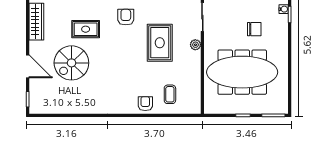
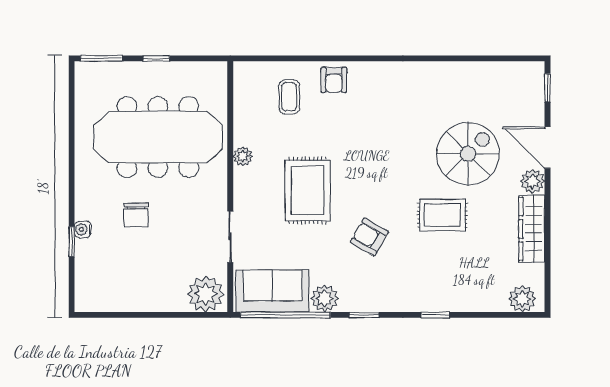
water cooler: (284, 9) -> (83, 229), moved
armchair: (126, 17) -> (369, 237), turned 120
chair: (254, 29) -> (136, 215), turned -90
plant: (195, 45) -> (243, 156), moved
plant: (36, 48) -> (532, 181), added

